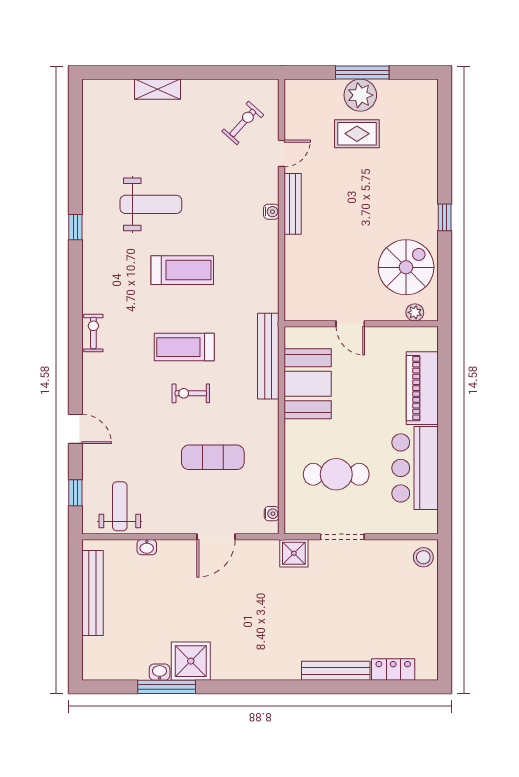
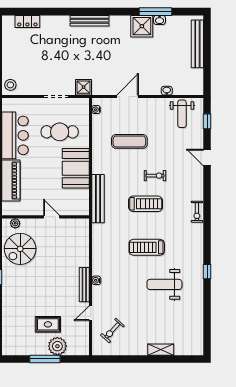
plant: (360, 95) -> (57, 346), moved
booth: (308, 384) -> (76, 168), moved
exercise bike: (191, 393) -> (155, 176), moved
bench: (92, 593) -> (197, 44), moved
bench: (336, 671) -> (90, 21), moved

